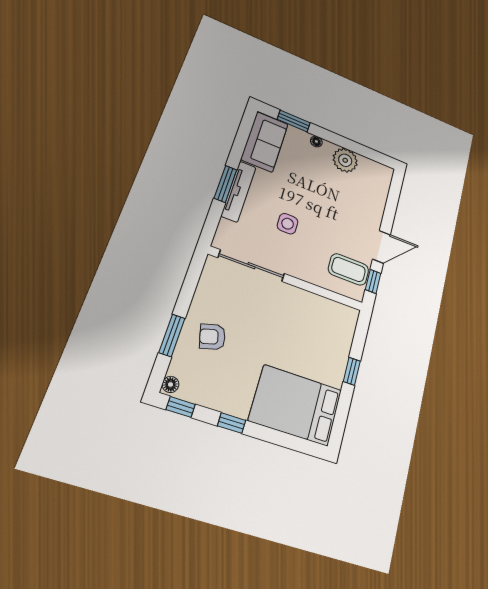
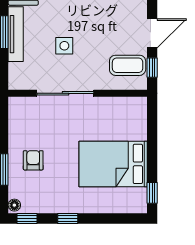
sliding door: (251, 266) -> (65, 93), moved
armchair: (212, 337) -> (33, 160), turned 105
window: (352, 371) -> (152, 193), moved
bed: (296, 405) -> (113, 164), moved

